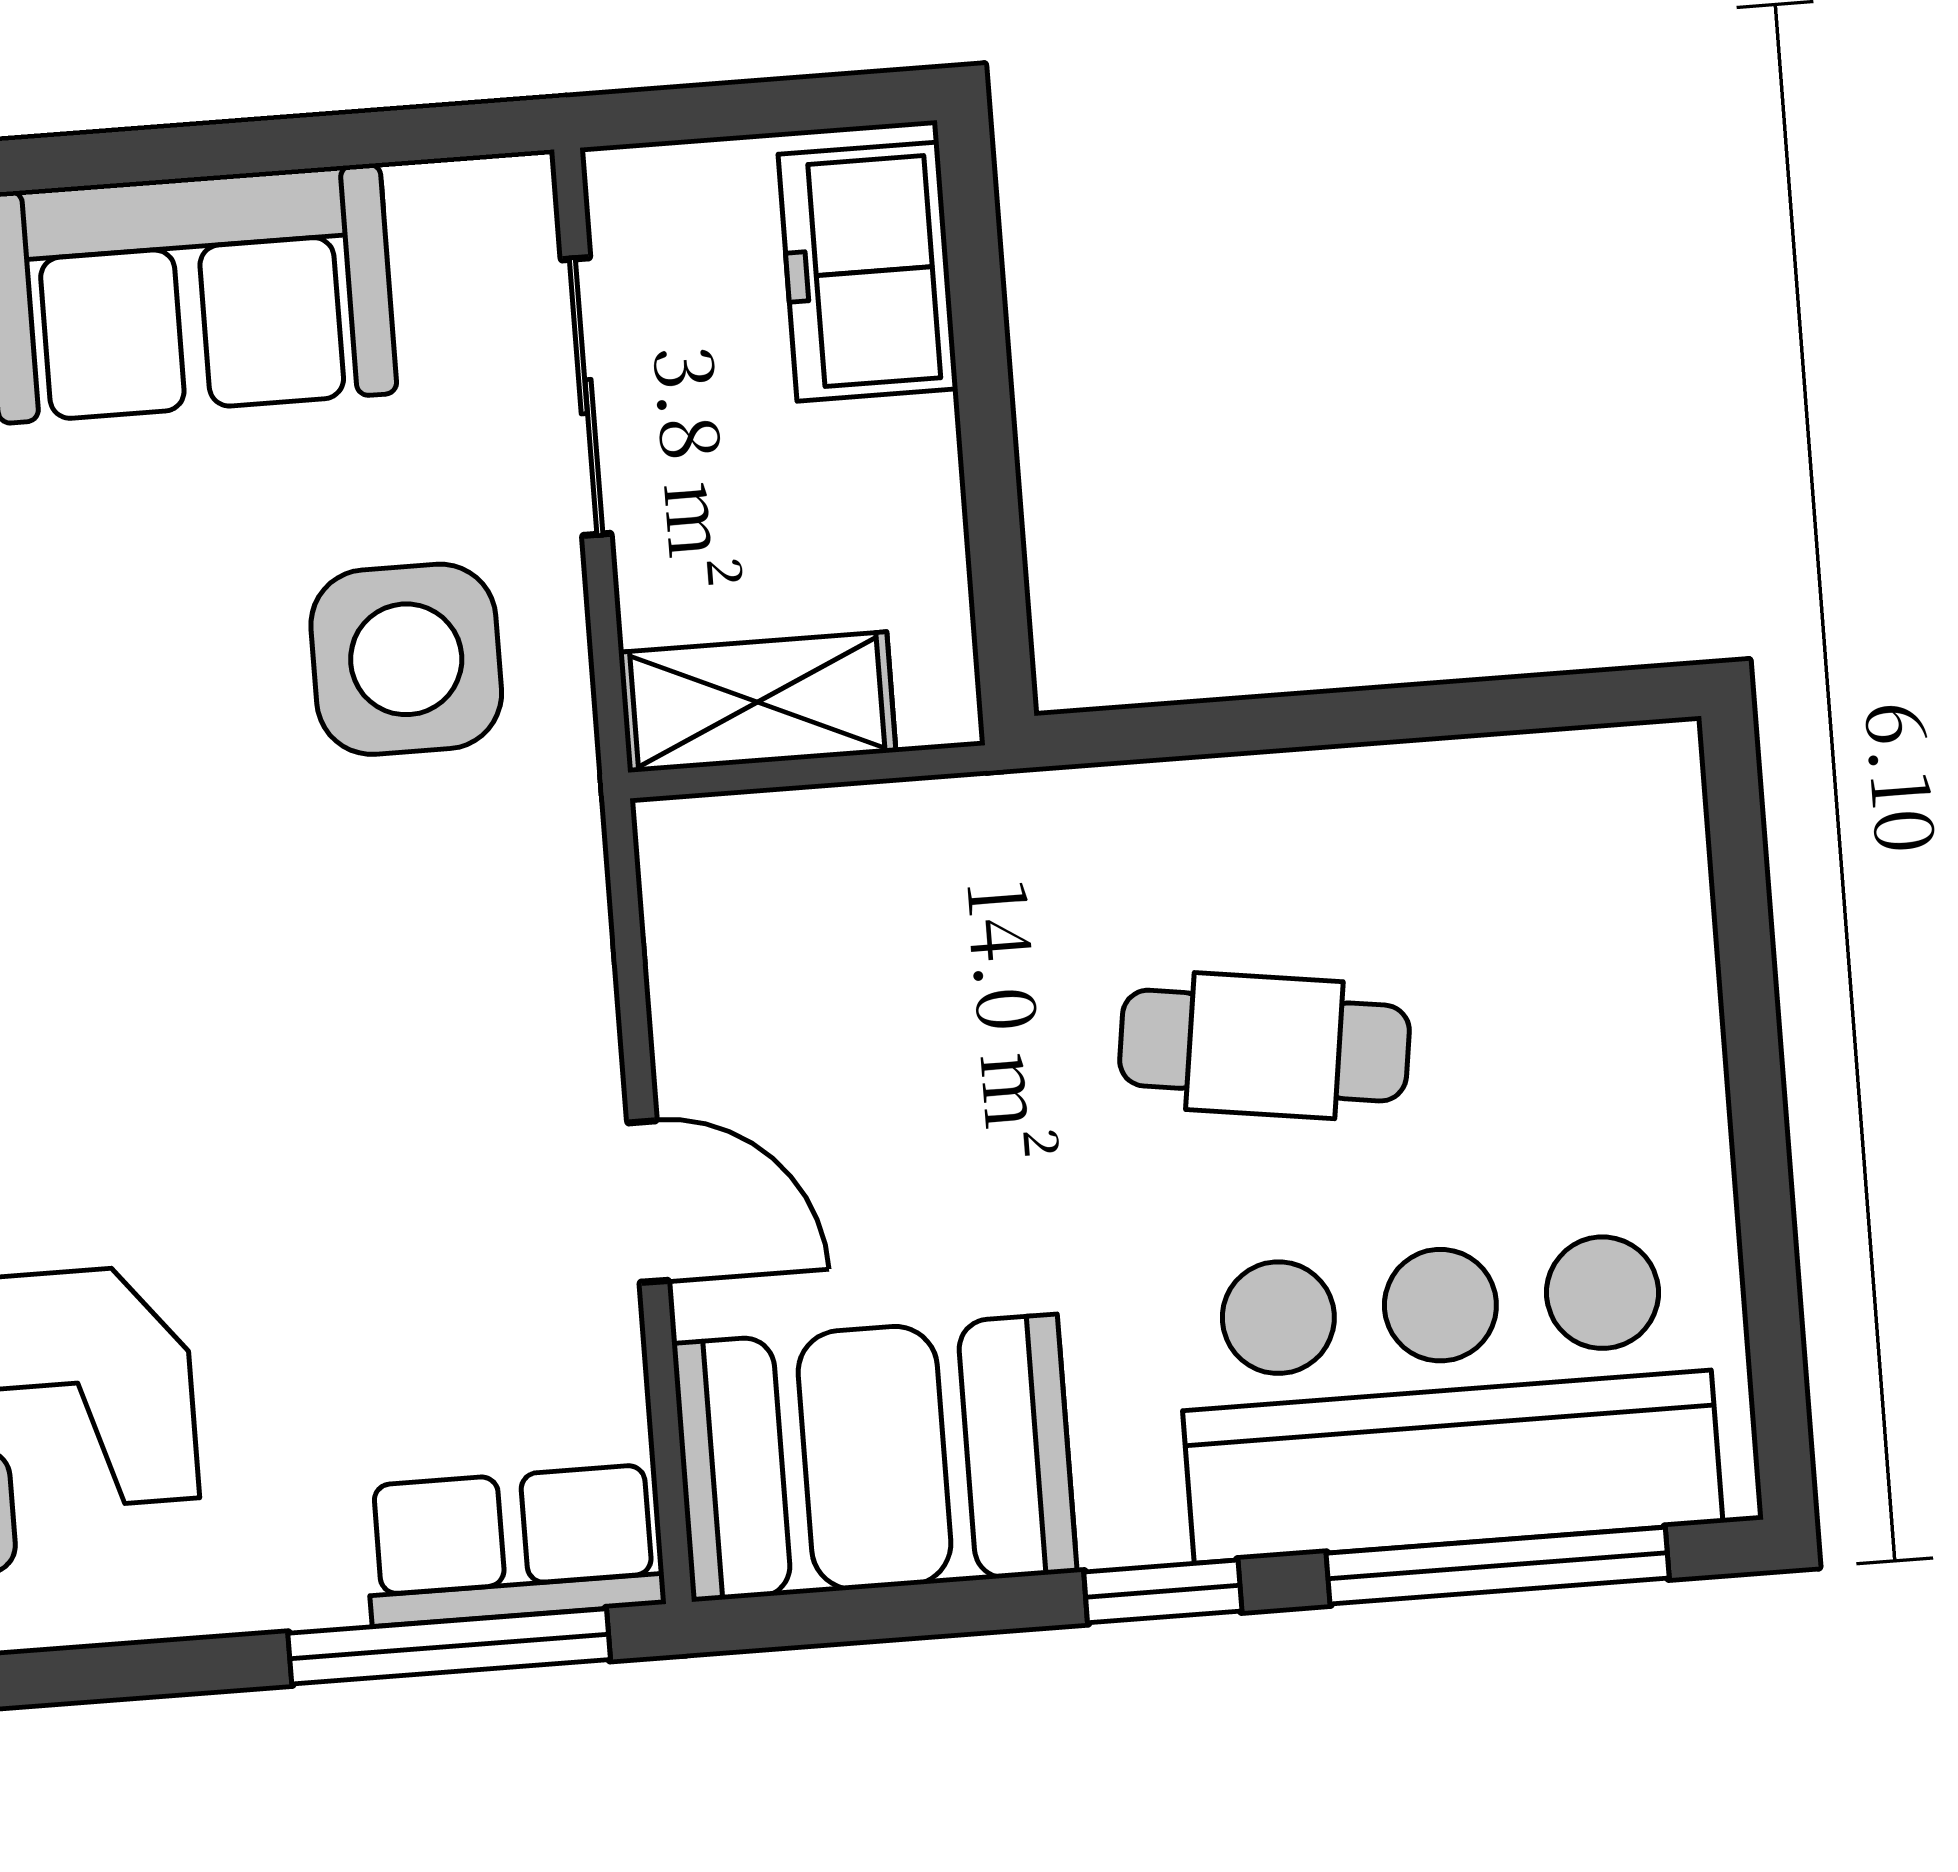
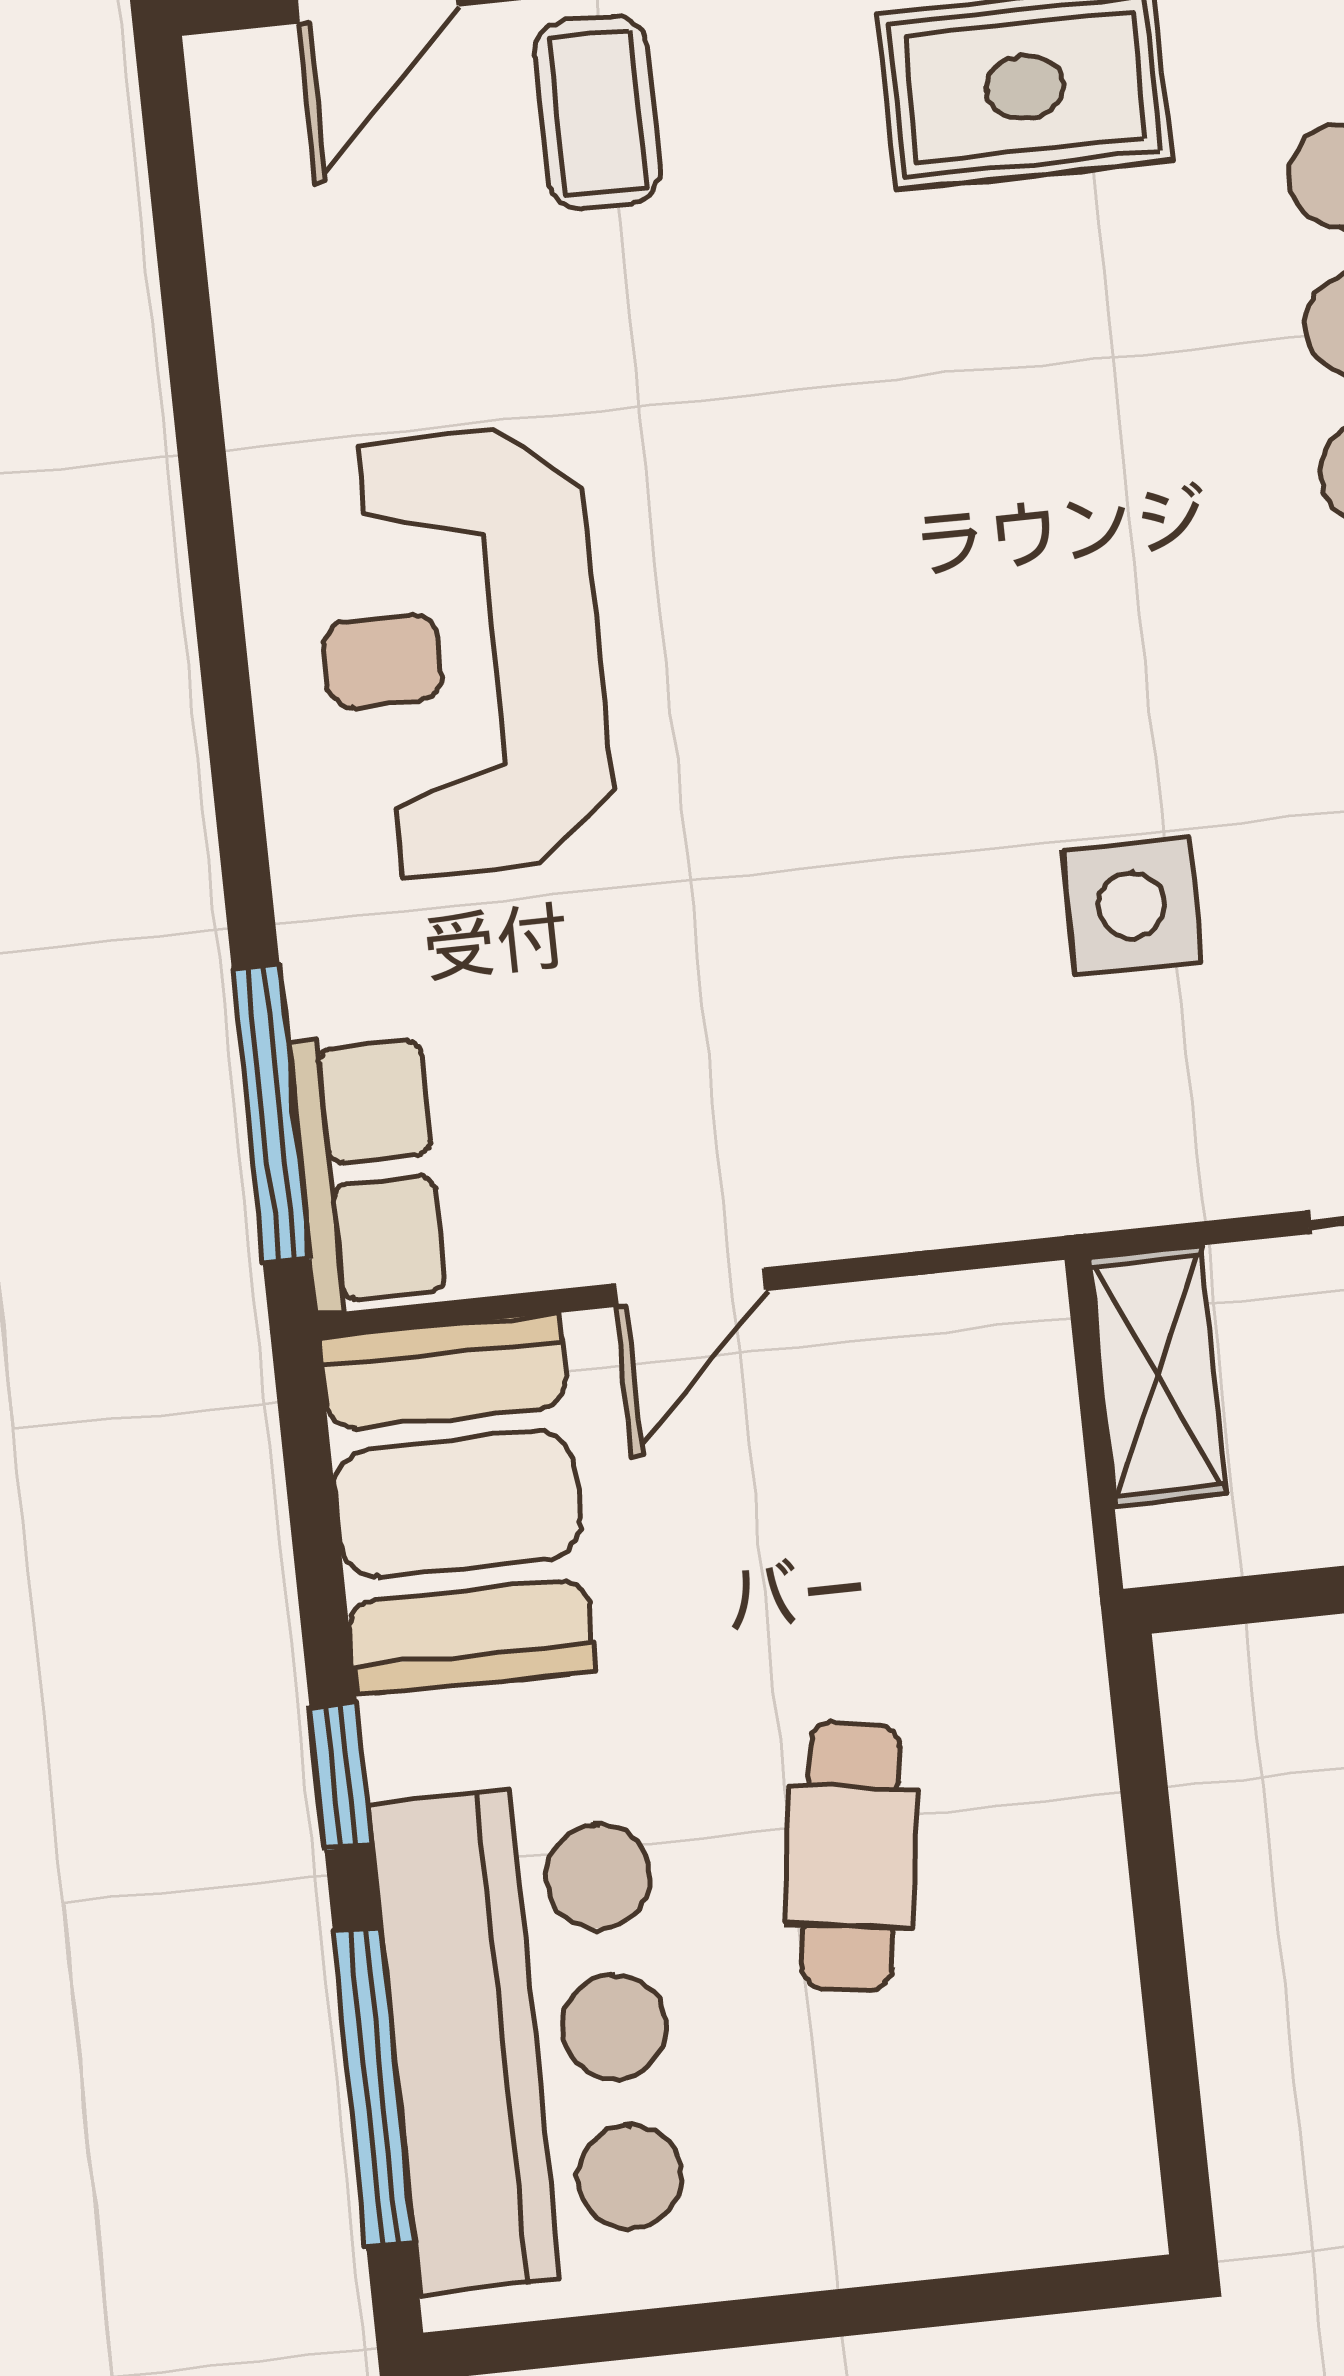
side table: (406, 659) -> (1132, 905), moved, width x0.73, depth x0.73

